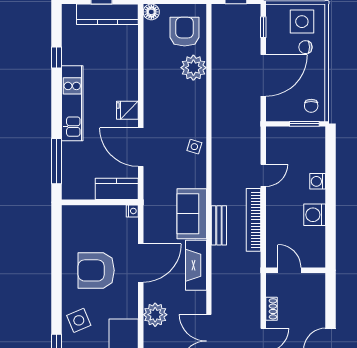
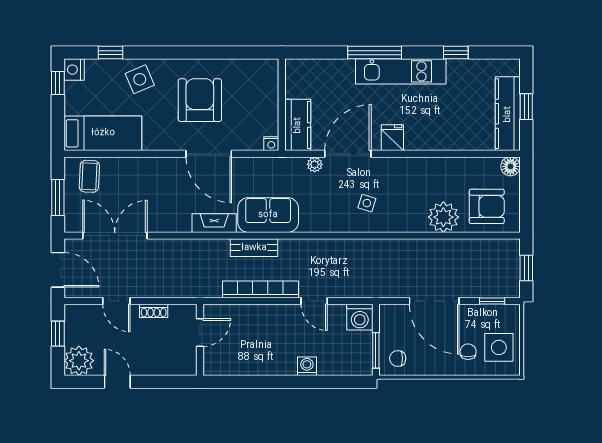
side table: (194, 147) -> (367, 203), moved
window: (57, 161) -> (375, 53), moved
washing machine: (315, 215) -> (360, 317), moved, turned 180
fireplace: (196, 265) -> (214, 223), width x0.73, depth x0.76
plant: (155, 315) -> (315, 164), moved, width x0.53, depth x0.53

